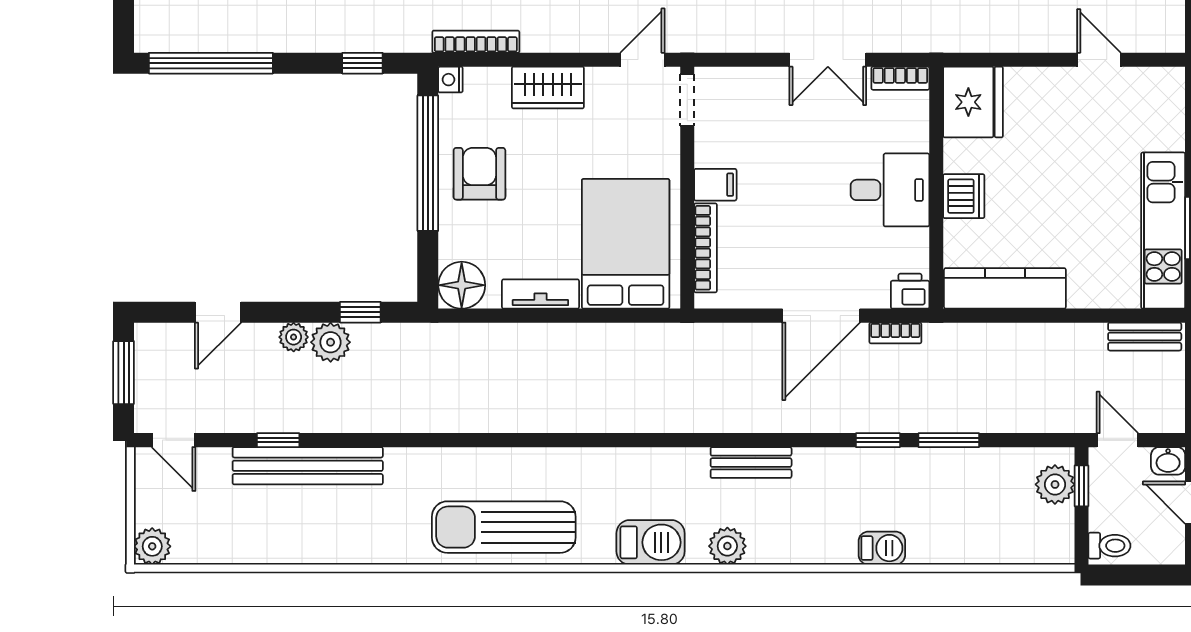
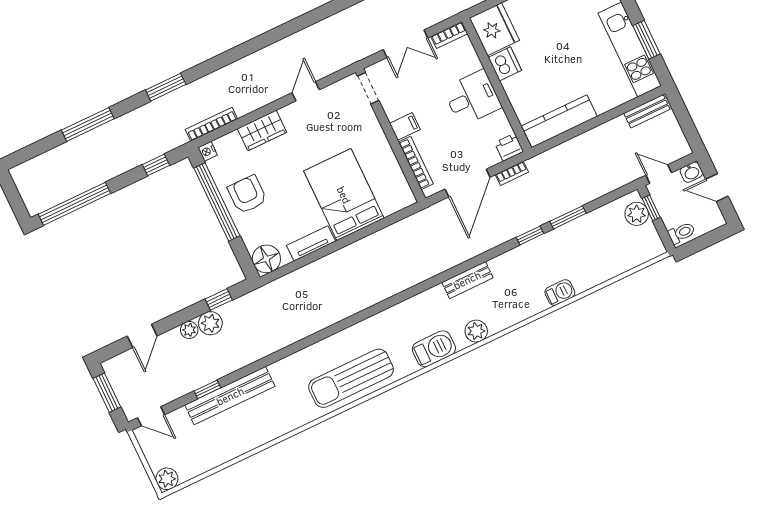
doorway: (687, 100) -> (368, 88), moved
filing cabinet: (715, 185) -> (405, 126), moved
wall: (687, 188) -> (391, 135), moved
dishwasher: (964, 196) -> (505, 64), moved
bookcase: (706, 248) -> (416, 163), moved

